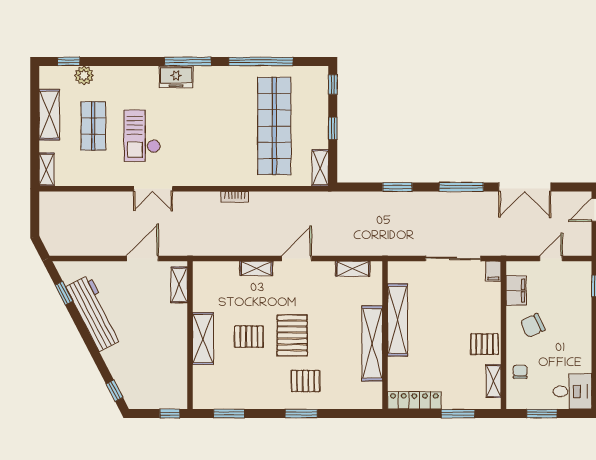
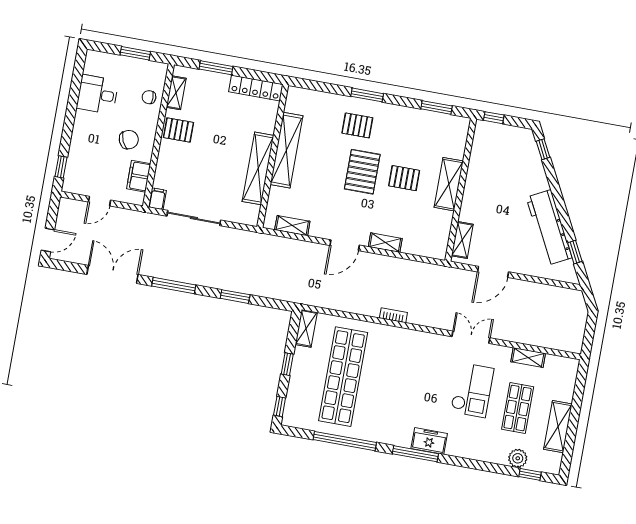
shelving: (47, 170) -> (528, 358), moved, turned 90
chair: (520, 372) -> (149, 97), turned 90
desk: (572, 391) -> (97, 94), moved

